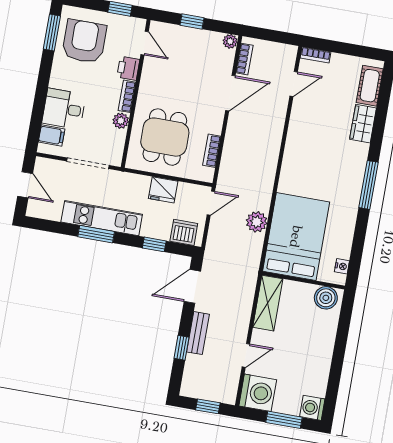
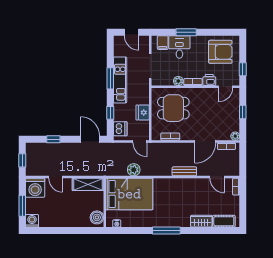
window: (52, 33) -> (186, 32), moved
door: (230, 93) -> (205, 141), hinge flipped
door: (25, 185) -> (132, 32), hinge flipped
bench: (198, 333) -> (184, 171), moved

